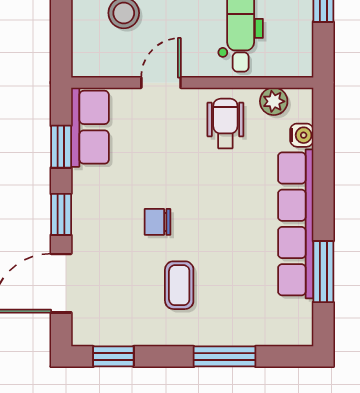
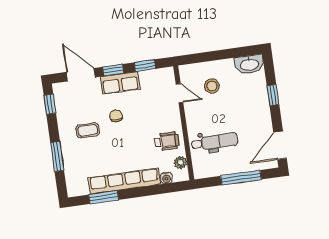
door: (161, 83) -> (180, 93), moved
row of seats: (90, 127) -> (120, 83), moved

